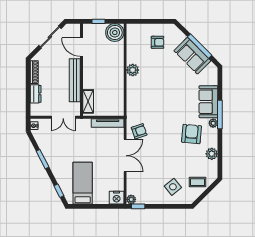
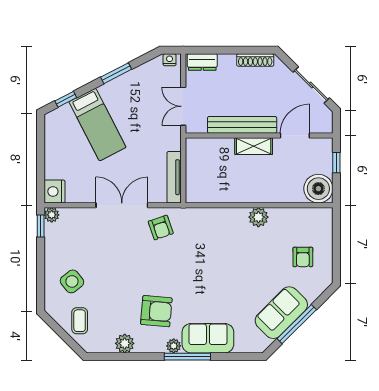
dresser: (36, 94) -> (202, 62), moved
shelving: (88, 101) -> (254, 146), moved
double door: (125, 156) -> (122, 205), swing flipped
bed: (83, 183) -> (98, 125), moved, turned 63

